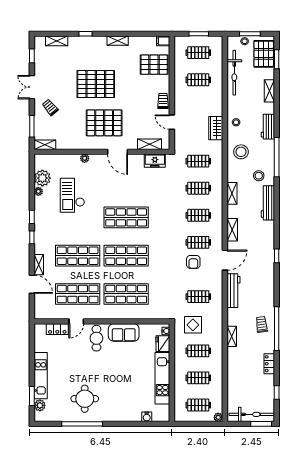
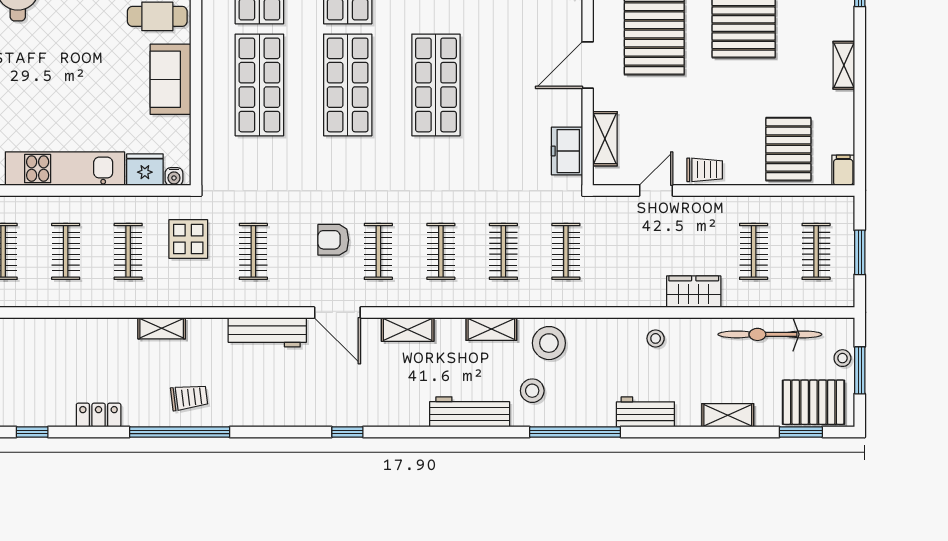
wardrobe: (216, 128) -> (694, 292), moved
stool: (241, 152) -> (549, 343), moved

